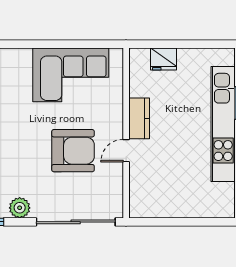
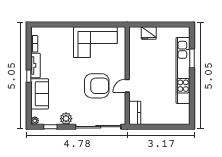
kitchen counter: (139, 118) -> (135, 113), moved

